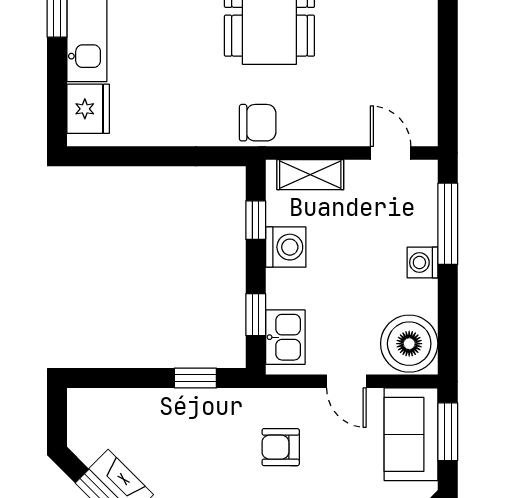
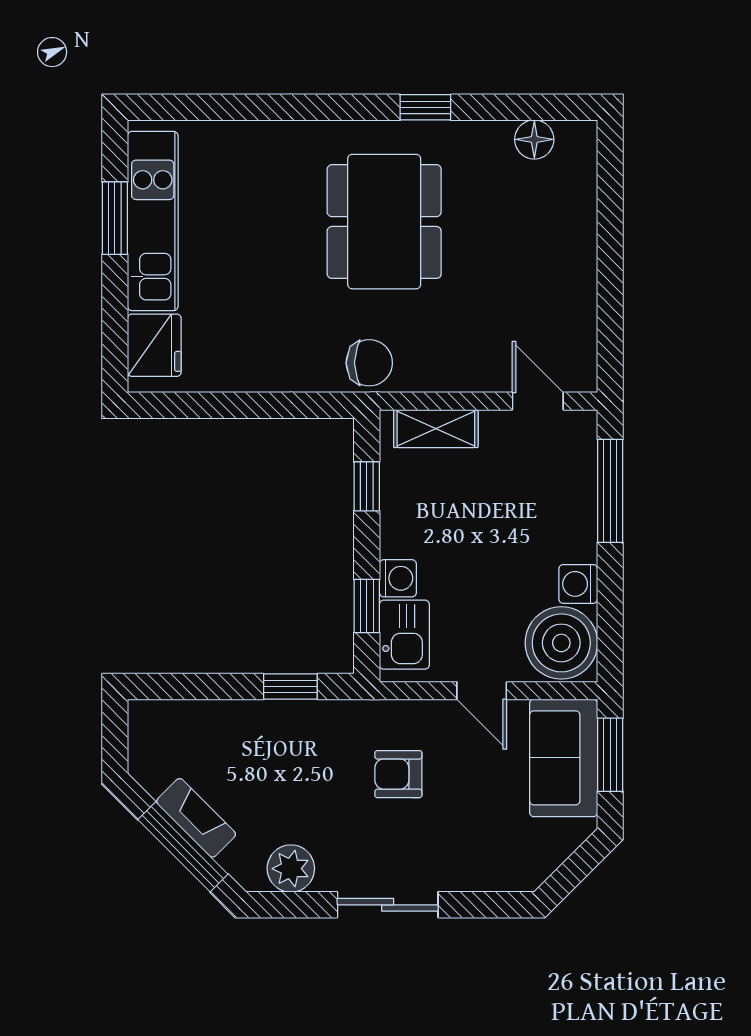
washing machine: (286, 247) -> (398, 578), moved, width x0.73, depth x0.73
washing machine: (422, 263) -> (578, 584), moved

